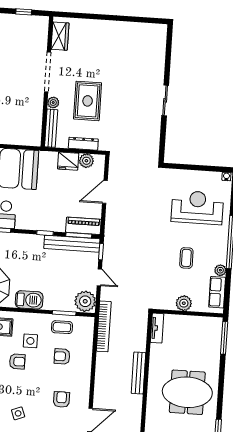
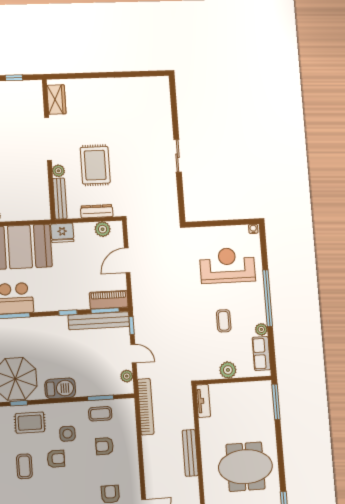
fridge: (68, 161) -> (62, 233), moved
plant: (85, 301) -> (127, 376), width x0.53, depth x0.53

